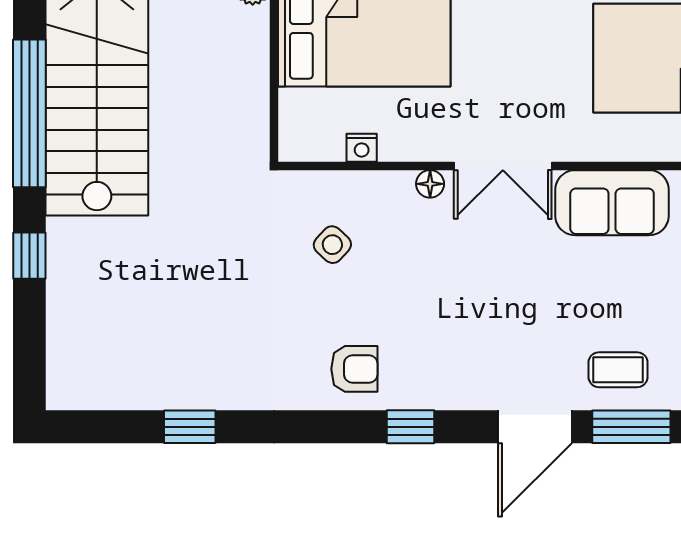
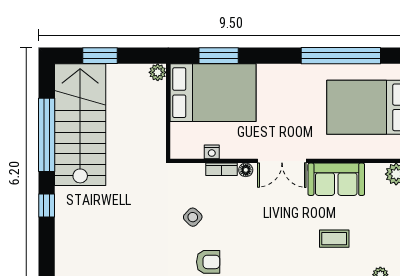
bookcase: (381, 183) -> (222, 169), added
side table: (332, 245) -> (193, 217), moved
coffee table: (618, 370) -> (334, 239), moved

